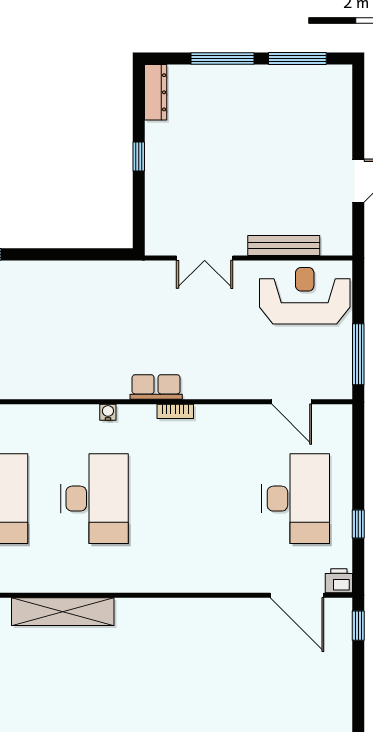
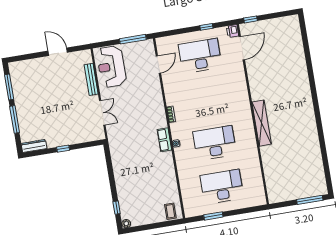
row of seats: (156, 387) -> (164, 140), moved
shelving: (63, 612) -> (262, 123), moved

